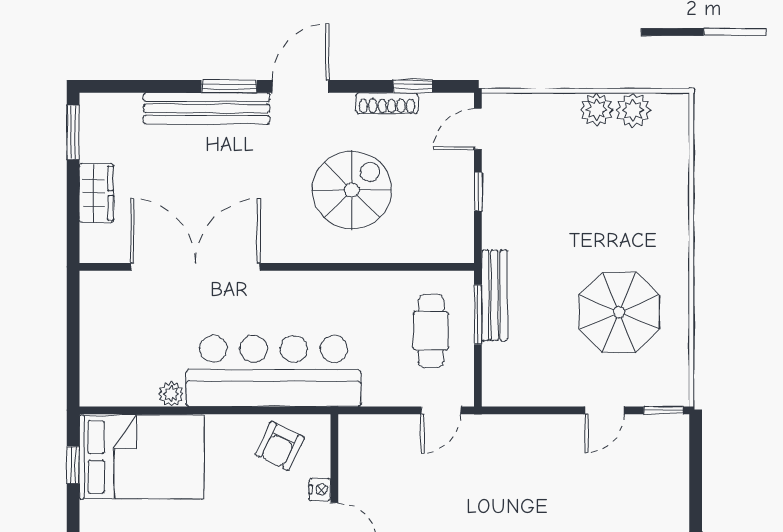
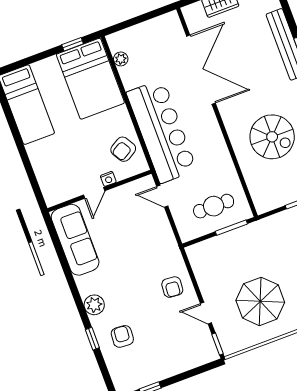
bench: (494, 295) -> (245, 233), removed
plant: (171, 394) -> (121, 59), moved
door: (441, 410) -> (162, 196), moved
armchair: (280, 446) -> (123, 149), turned -57
armchair: (540, 450) -> (172, 287), added

